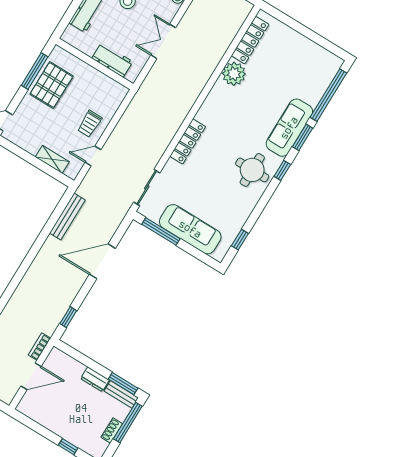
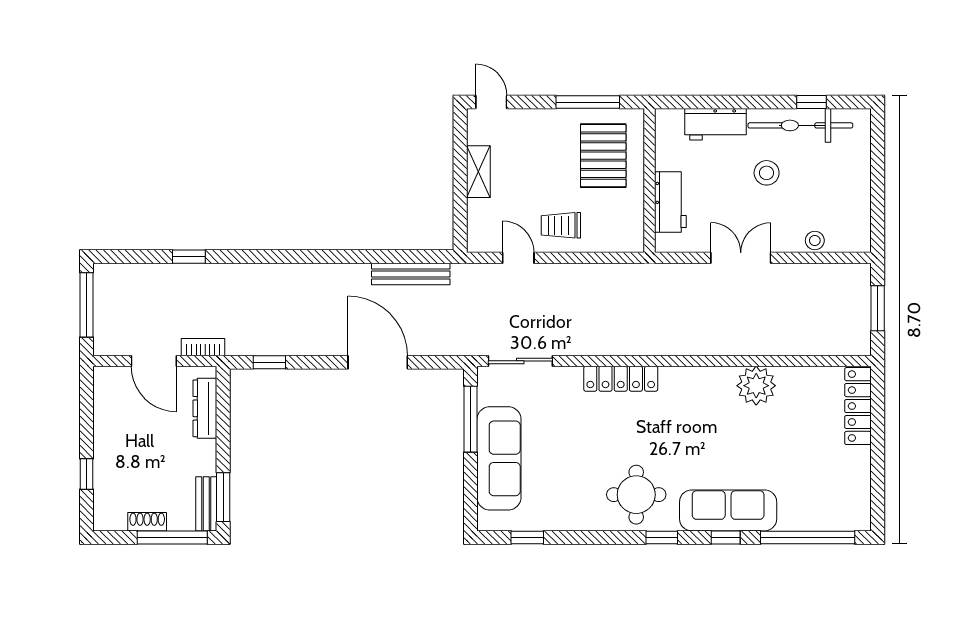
locker: (250, 40) -> (858, 406), moved, turned 90
pallet: (52, 85) -> (603, 156), moved, turned 90
window: (303, 137) -> (726, 537), width x0.67
shelving: (52, 159) -> (478, 172), moved
dresser: (95, 379) -> (205, 408), moved, width x1.44

